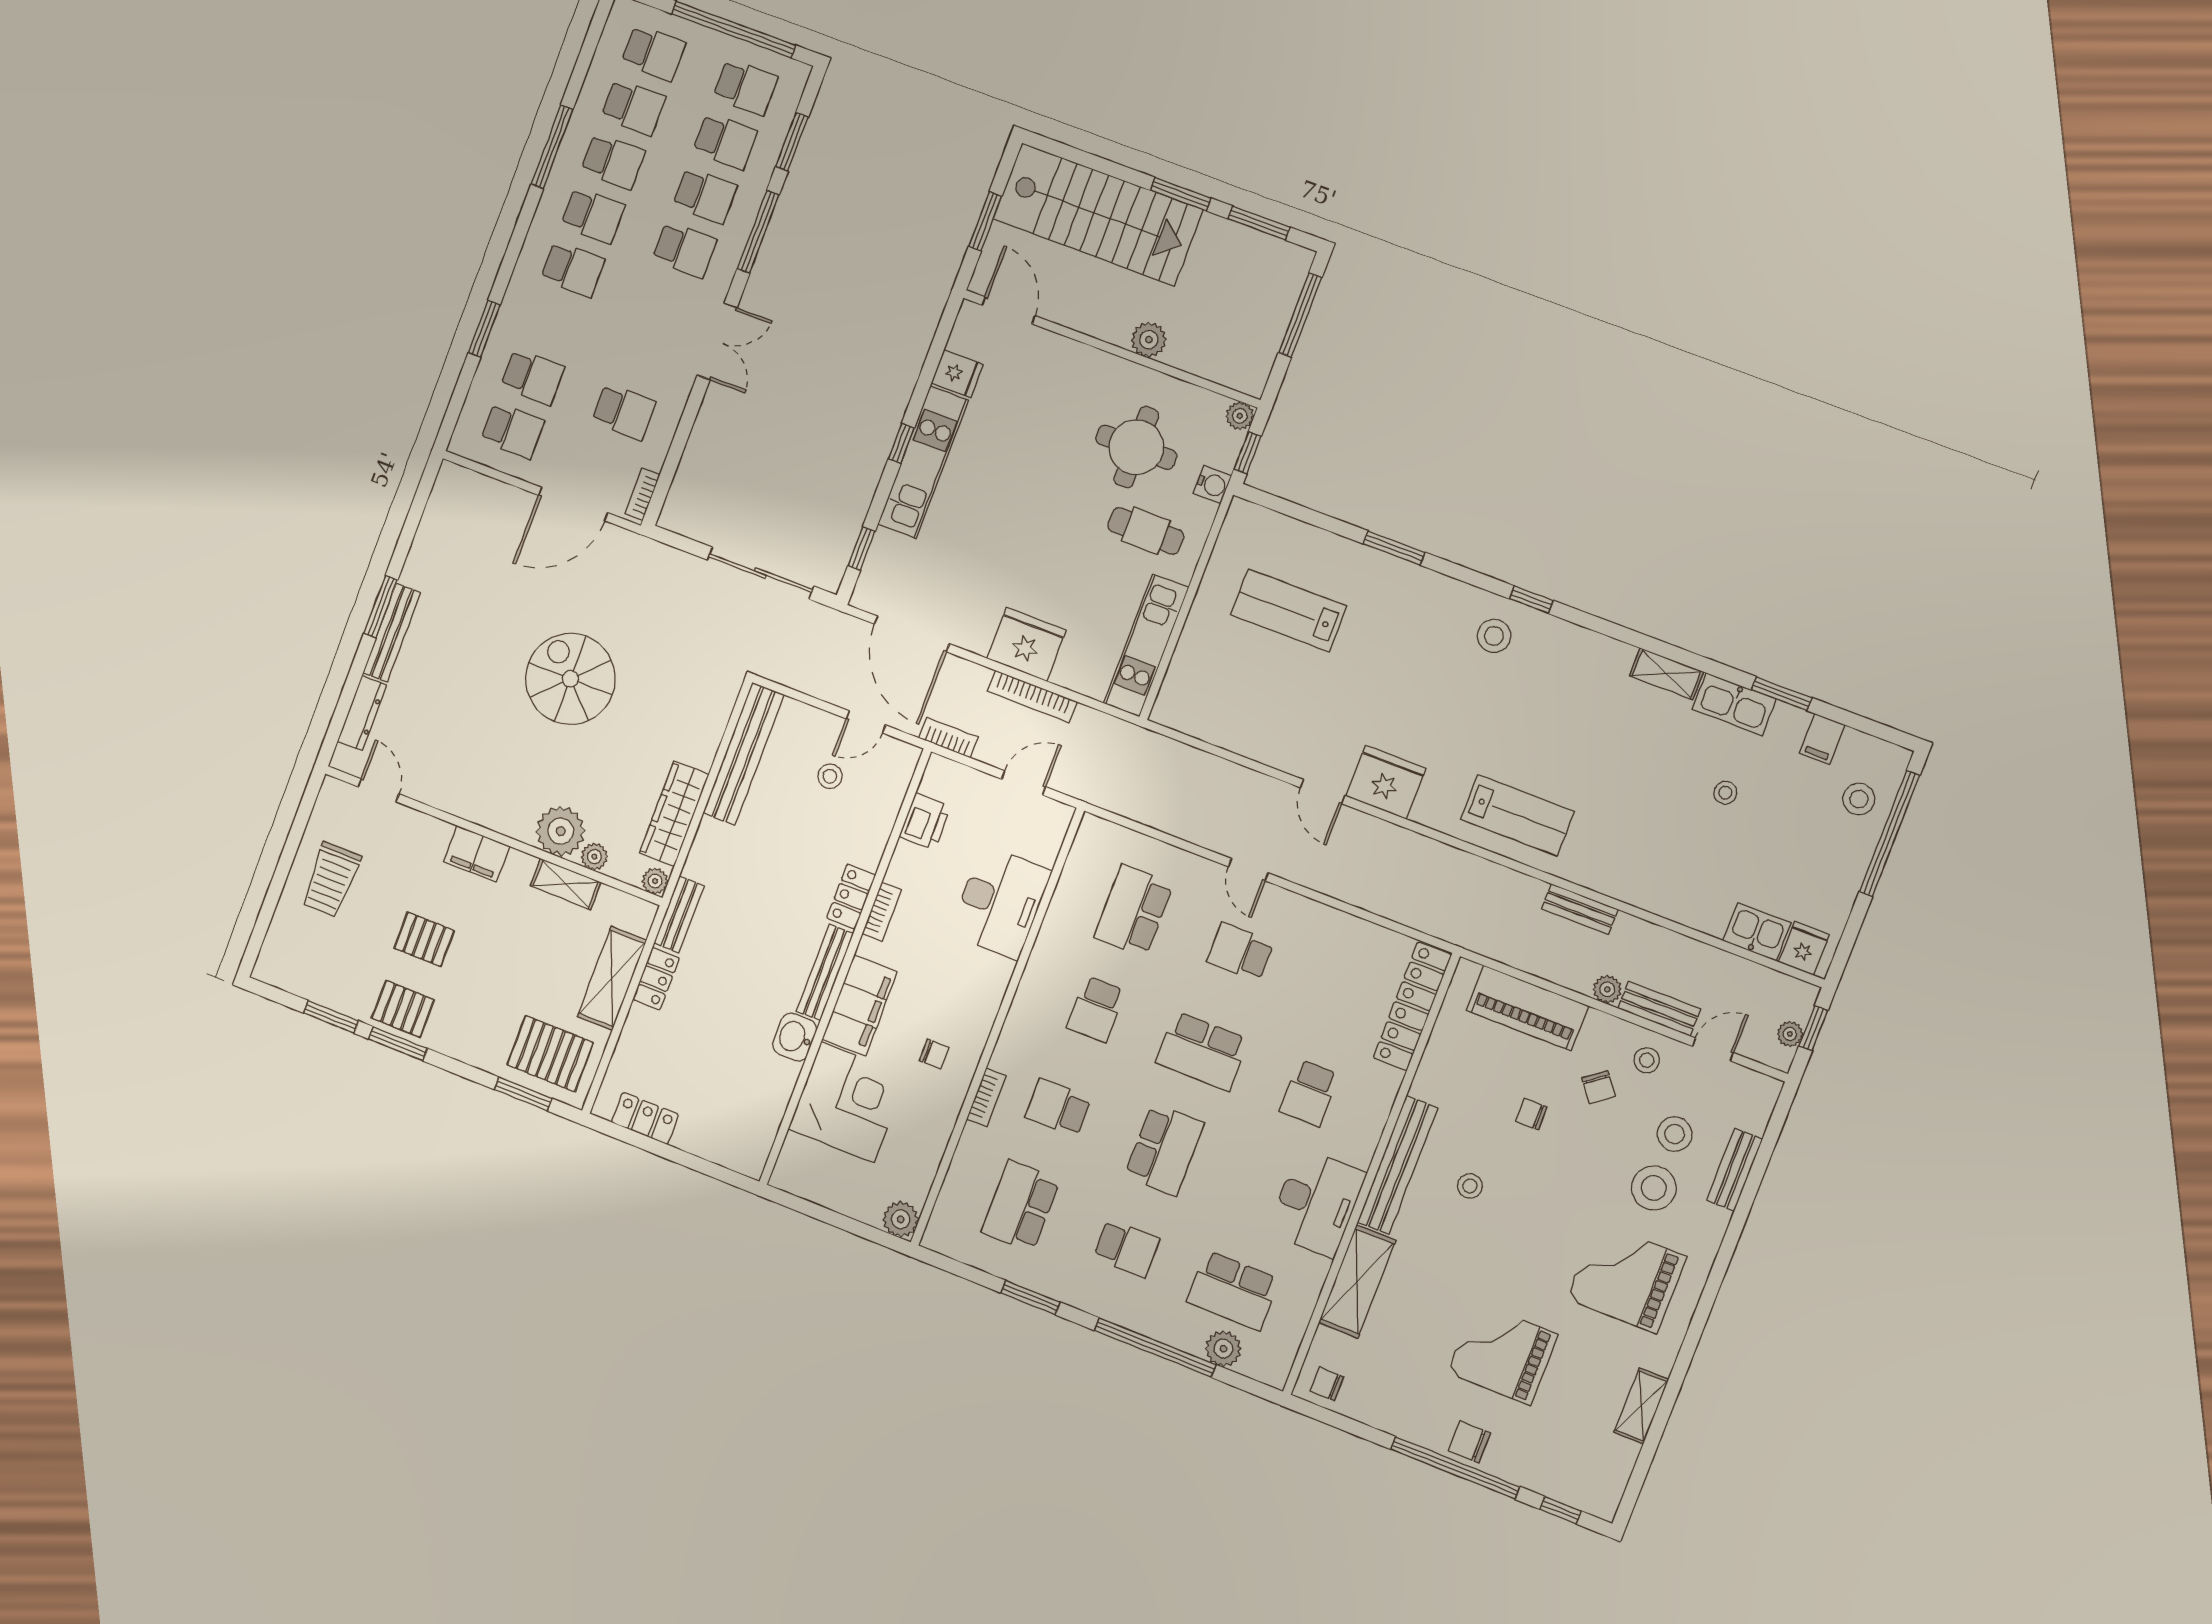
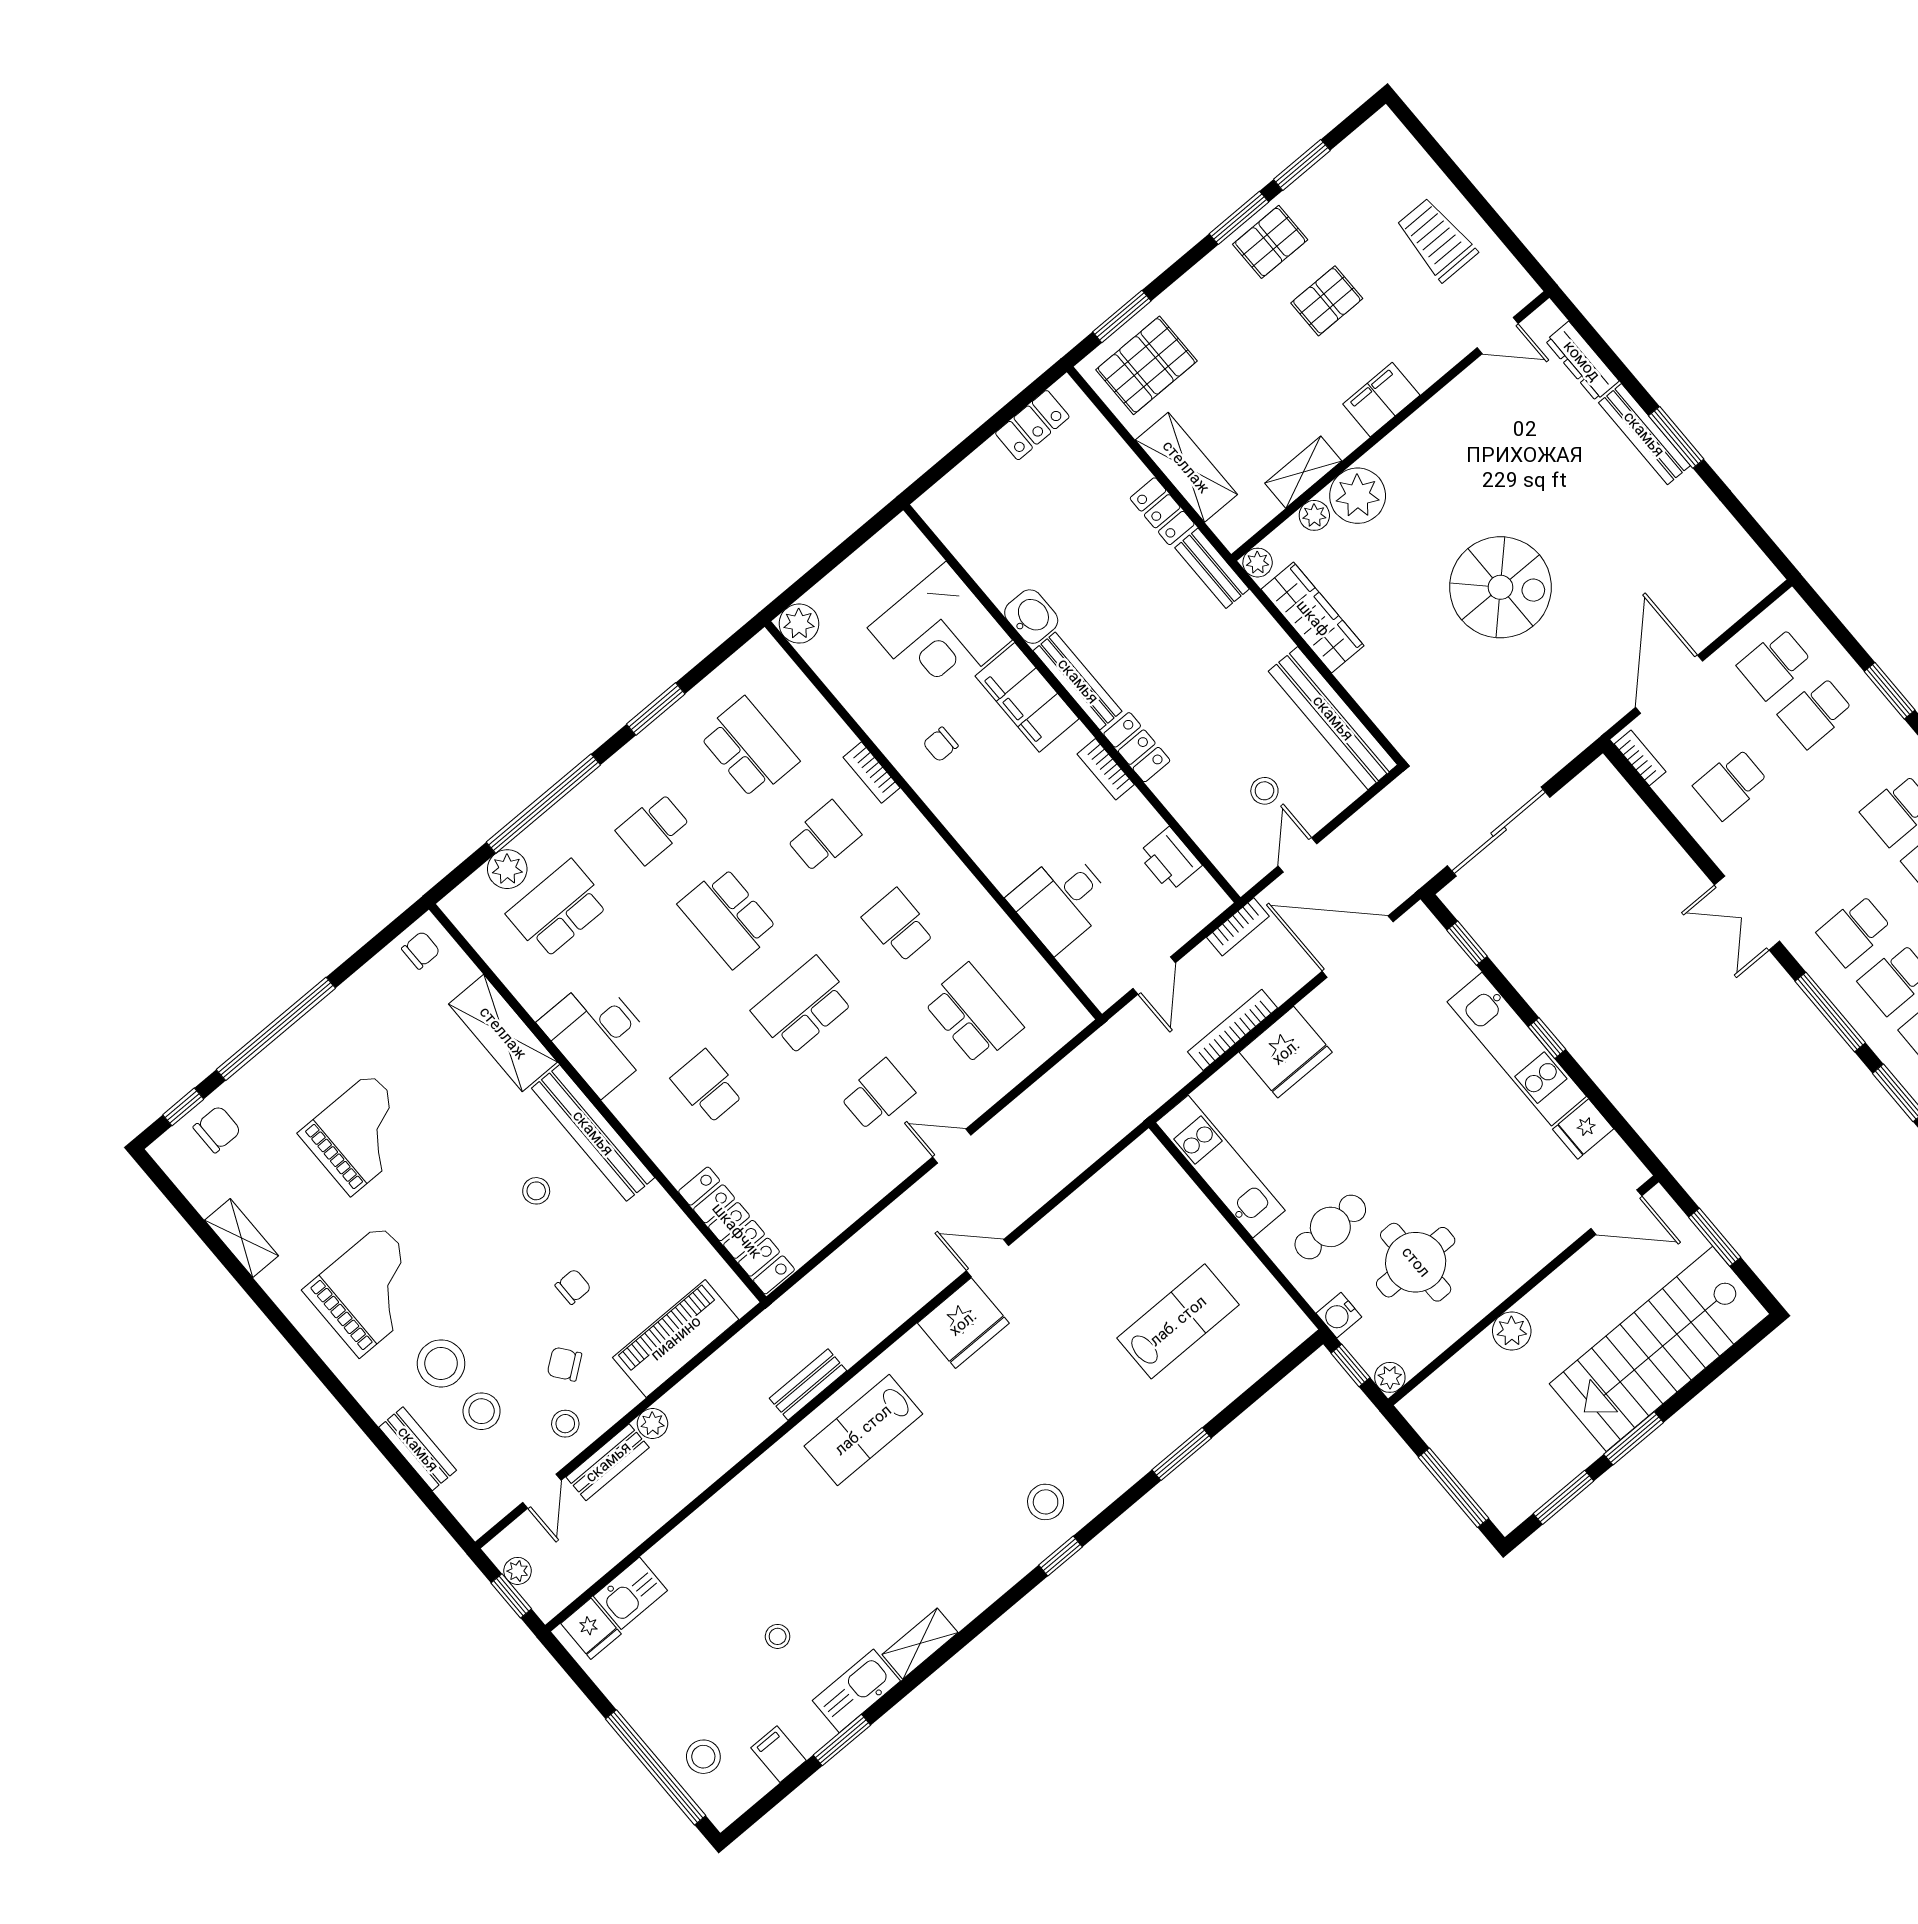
desk: (1000, 902) -> (1061, 901), width x0.73
bench: (1580, 909) -> (808, 1384), moved
chair: (1469, 1442) -> (217, 1129), moved

